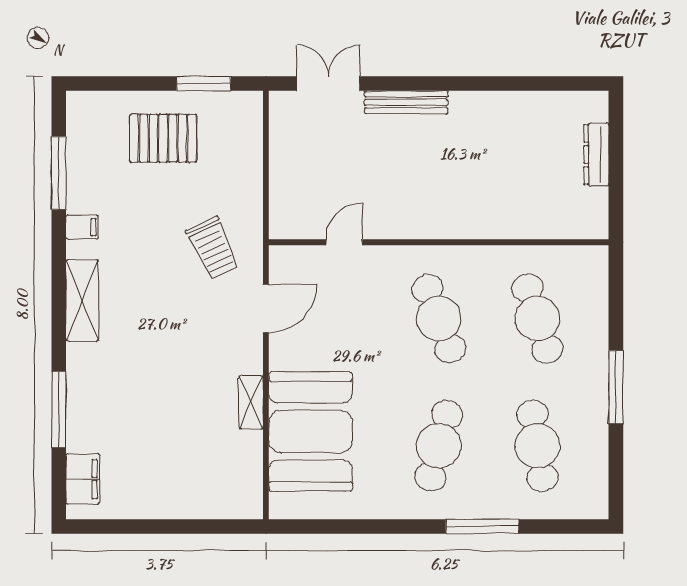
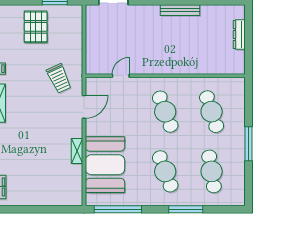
bench: (406, 102) -> (180, 10), moved
pallet: (163, 138) -> (36, 27), turned 90
cafe table: (439, 446) -> (165, 171), turned -36
window: (338, 526) -> (118, 209), added

